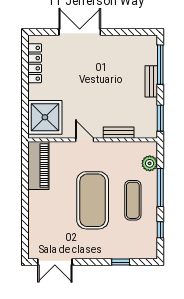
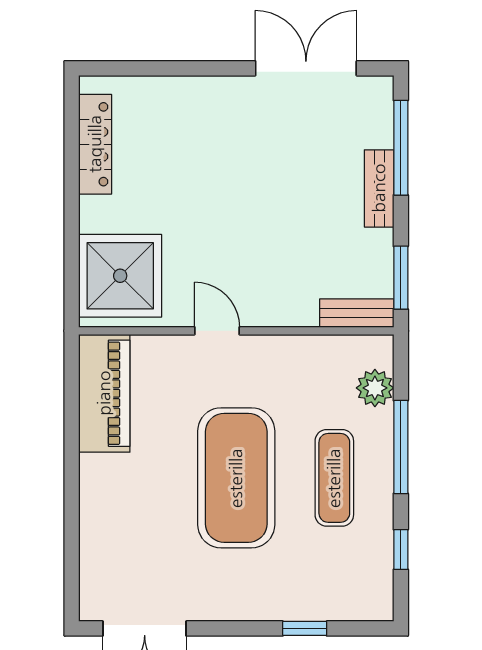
double door: (80, 32) -> (306, 68), moved
bench: (119, 133) -> (357, 313), moved

